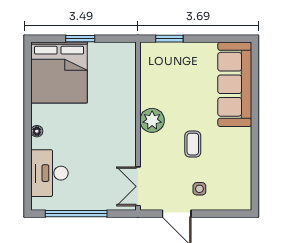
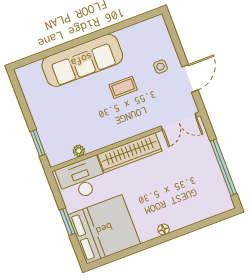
sofa: (235, 84) -> (82, 60), moved
plant: (152, 120) -> (79, 151), moved, width x0.53, depth x0.53
wardrobe: (125, 126) -> (130, 153), added
desk: (49, 173) -> (82, 179), moved, turned 180

